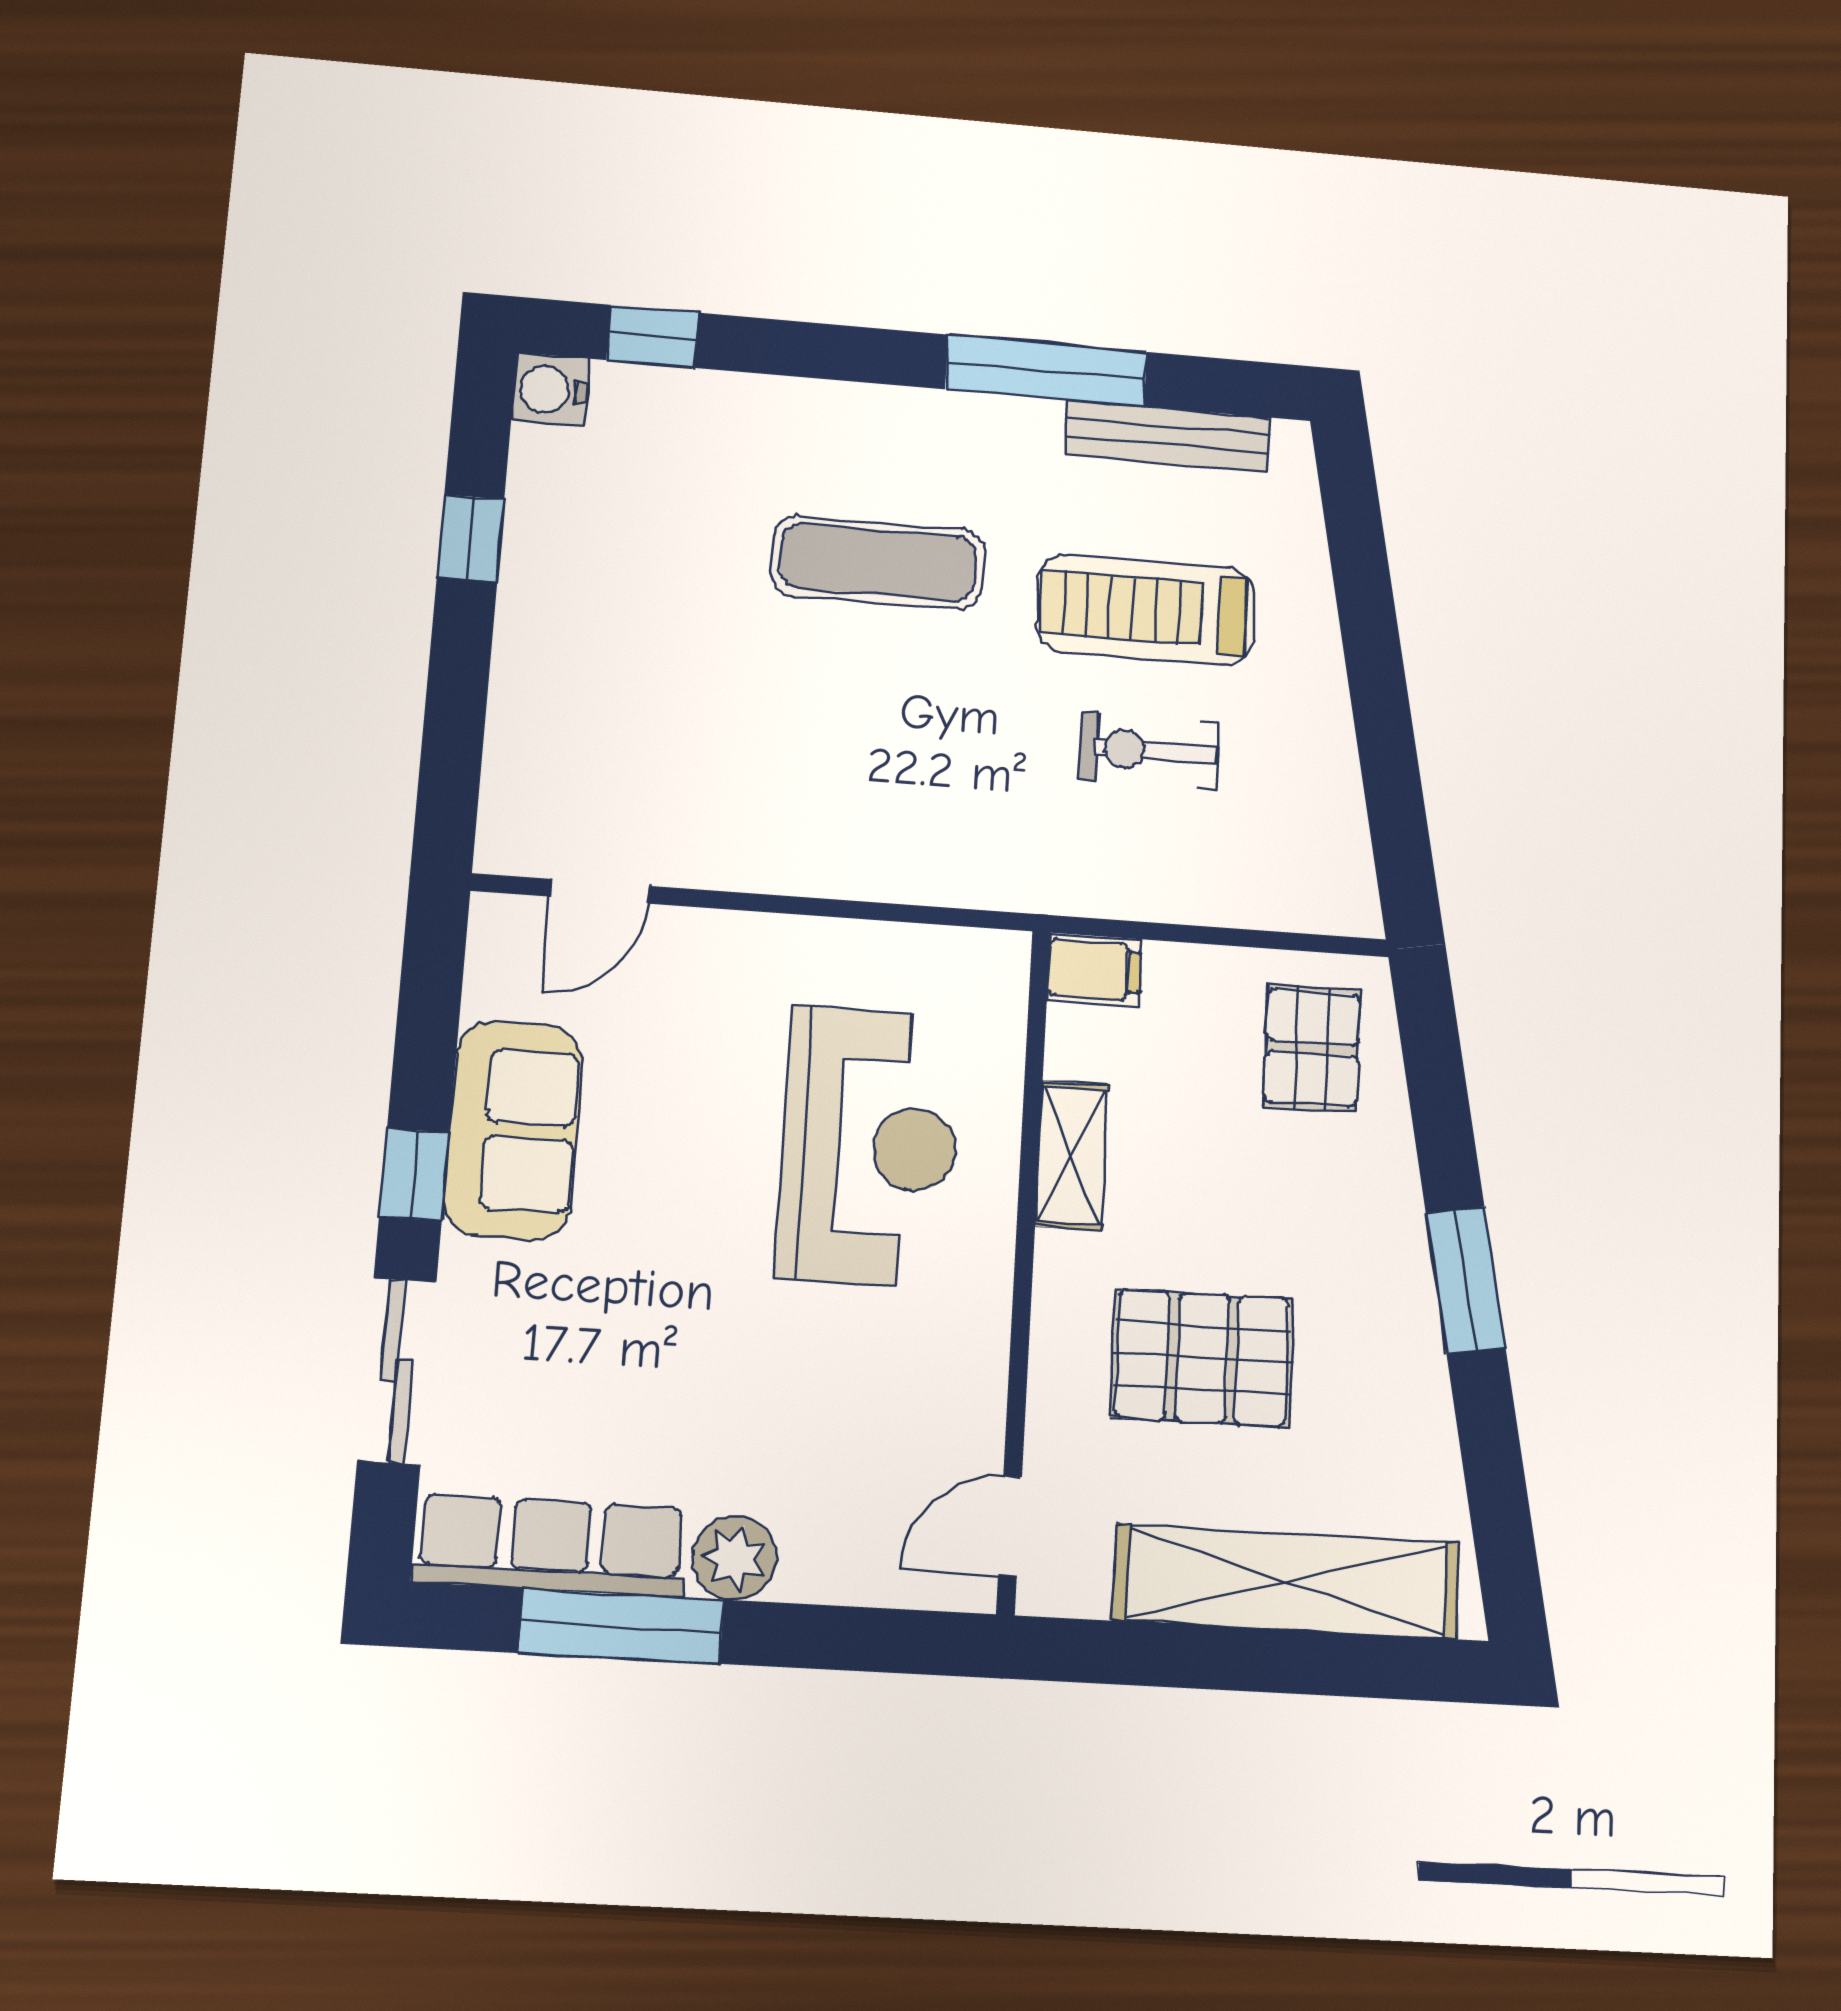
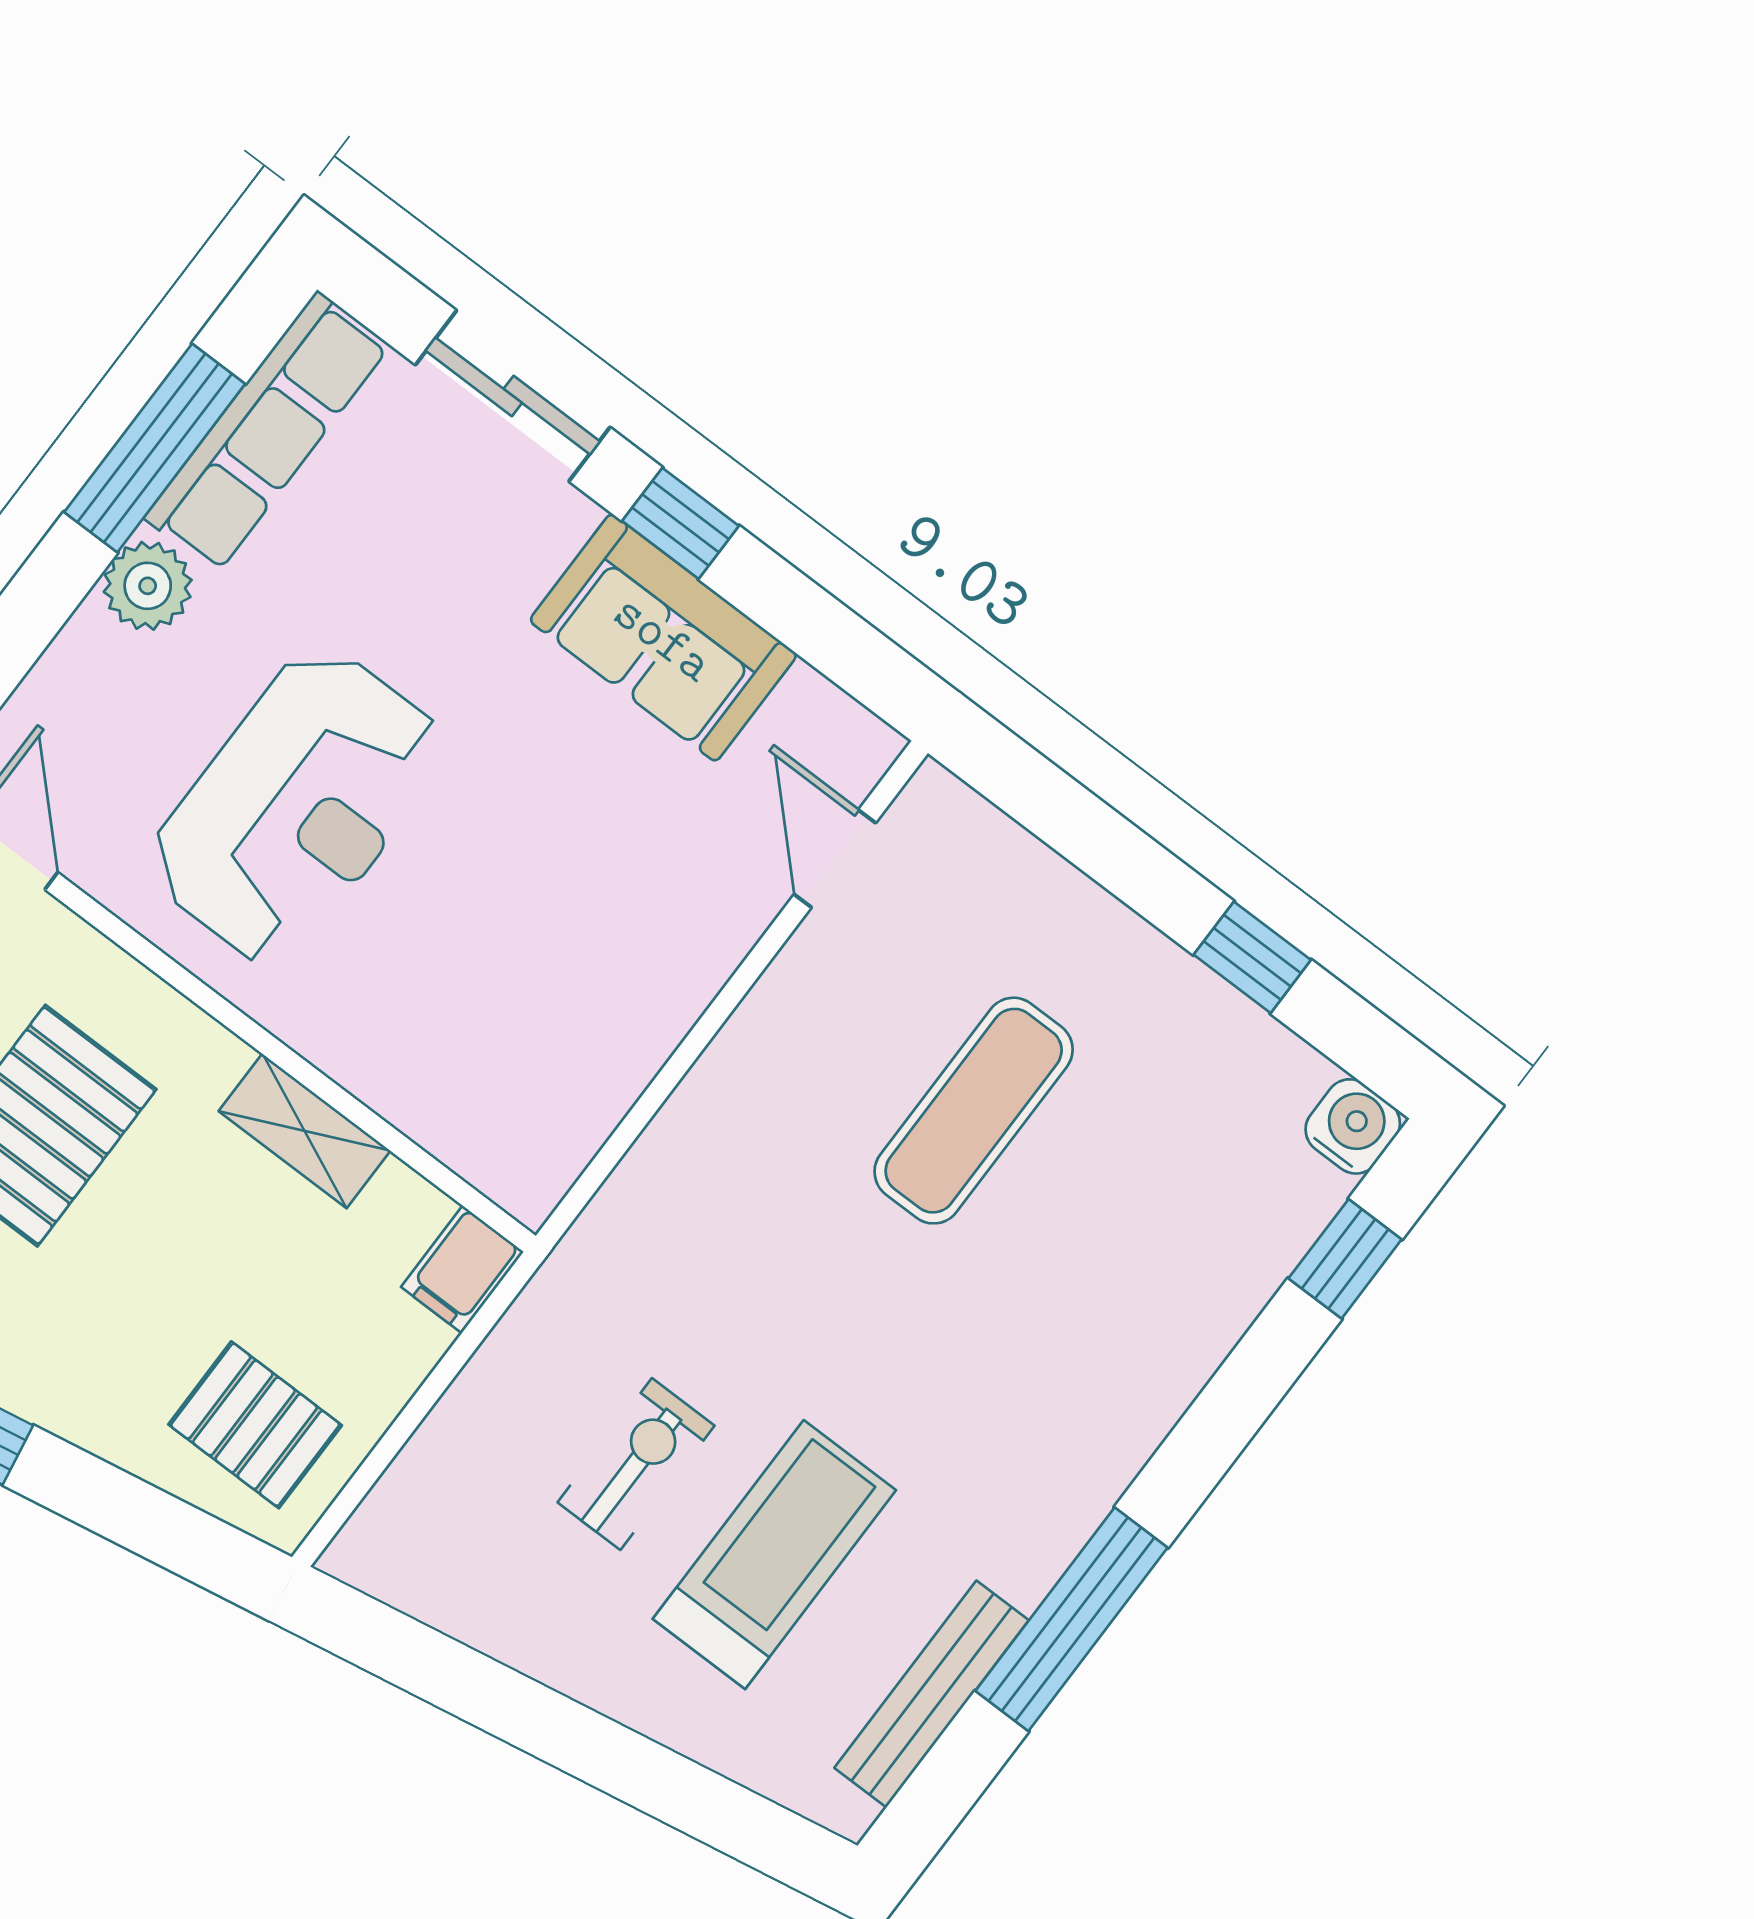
exercise mat: (878, 562) -> (974, 1111), moved
reception desk: (870, 1147) -> (297, 806), moved, turned -90

